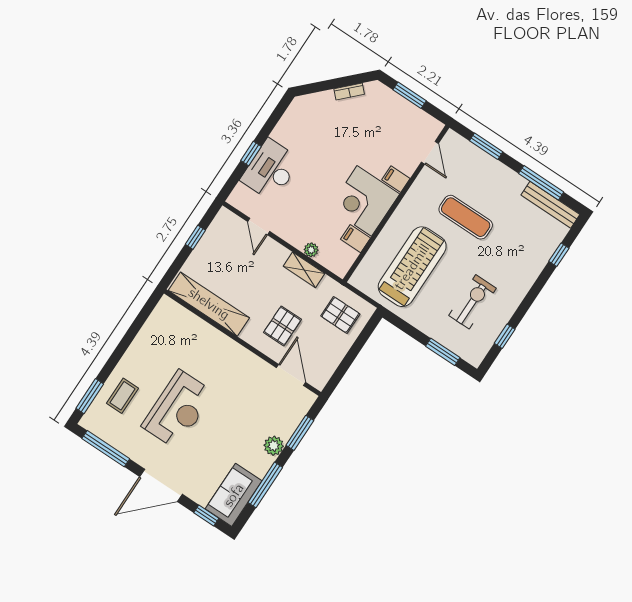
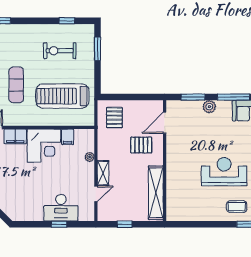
filing cabinet: (396, 179) -> (15, 136), width x2.00
shelving: (304, 270) -> (103, 173), moved

